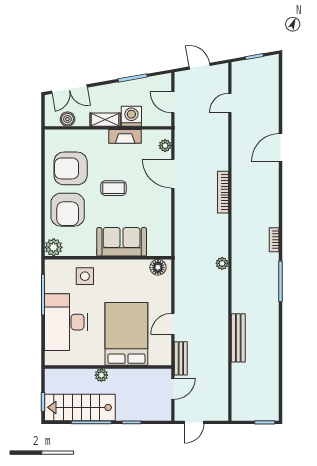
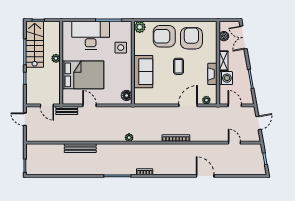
door: (173, 102) -> (235, 105), hinge flipped

